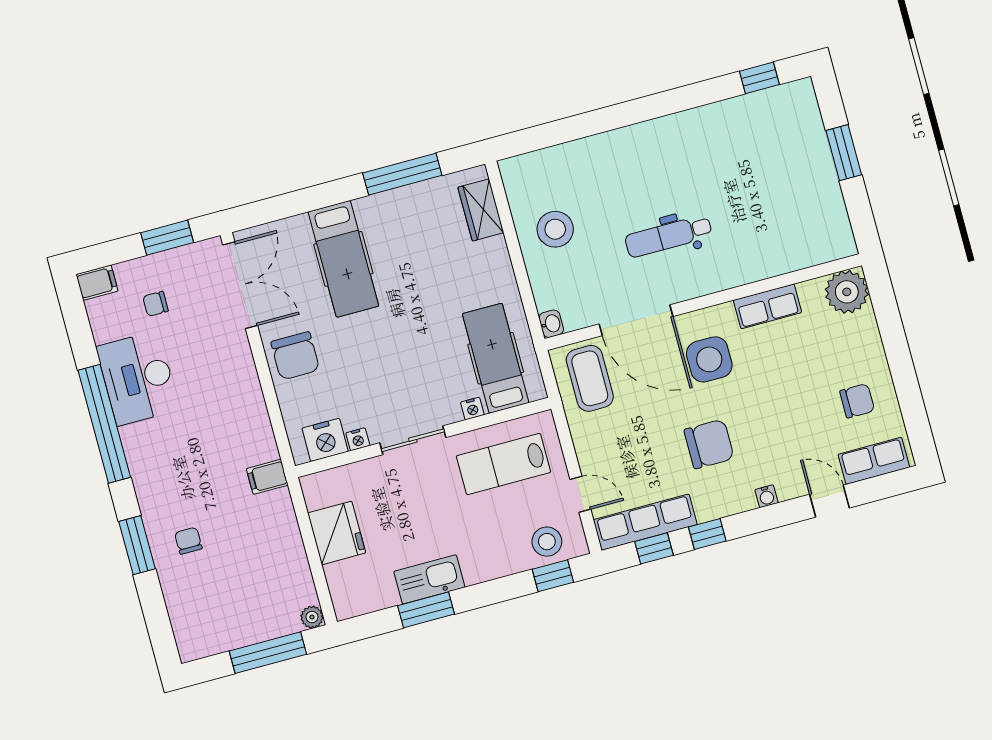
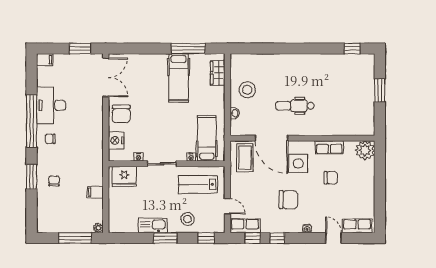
hospital bed: (343, 259) -> (178, 78), moved
chair: (156, 304) -> (50, 139), moved
washbasin: (551, 324) -> (235, 113), moved
chair: (857, 401) -> (331, 178), moved
nightstand: (325, 440) -> (116, 140), moved, turned 90
filing cabinet: (267, 477) -> (95, 192), moved
row of seats: (645, 522) -> (245, 226), width x0.68
fridge: (337, 533) -> (124, 176), moved, turned 90
stool: (547, 542) -> (188, 219), moved
window: (426, 610) -> (165, 238), moved

